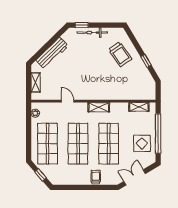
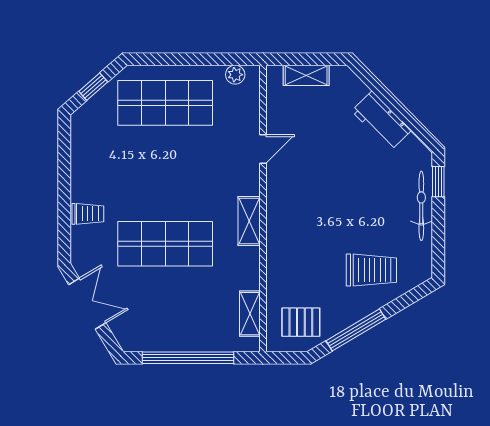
workbench: (52, 53) -> (381, 121), width x0.73
trolley: (120, 54) -> (371, 270), turned -145
window: (146, 61) -> (356, 330), width x2.17
pallet: (143, 85) -> (301, 322), added
display table: (142, 143) -> (166, 320), removed
shop shelf: (78, 144) -> (165, 173), removed

